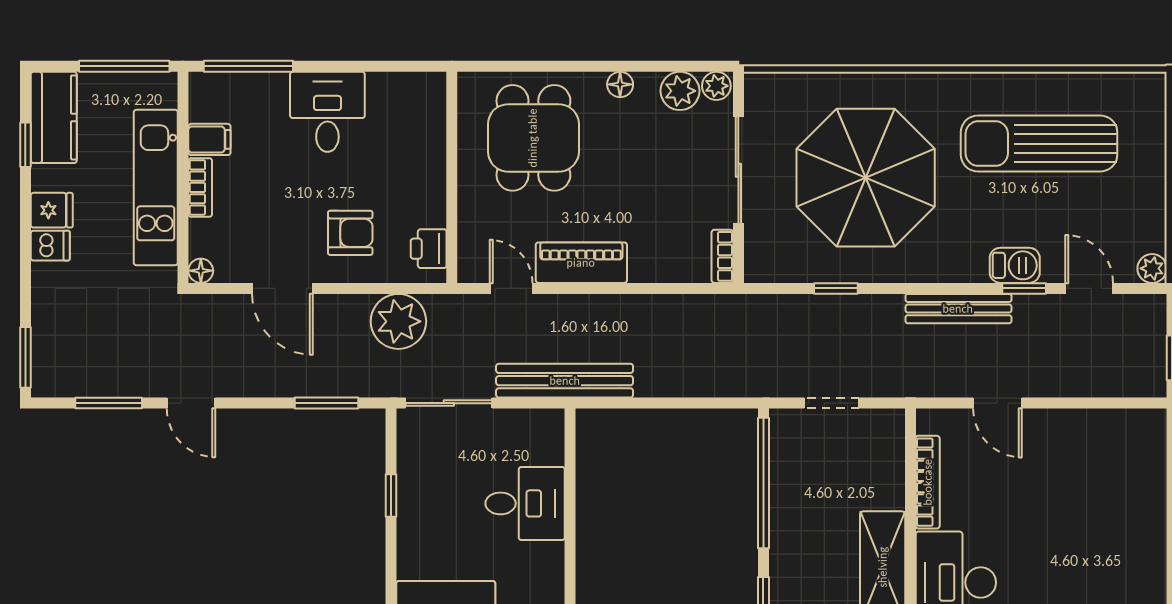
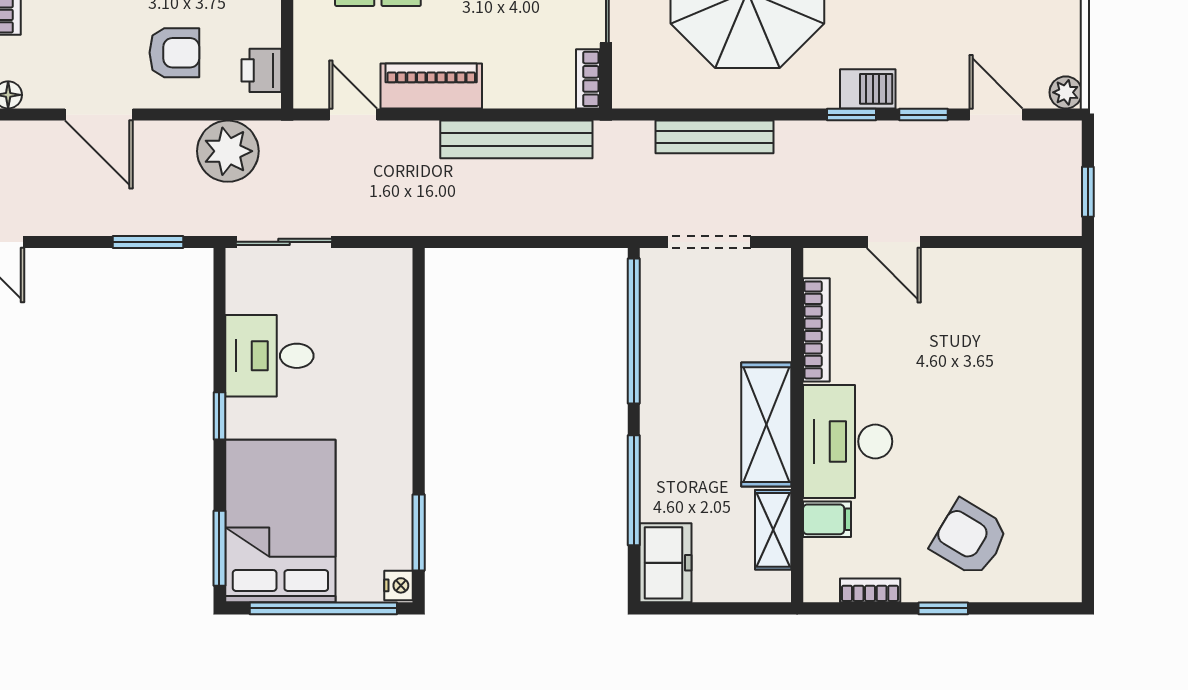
barbecue: (1015, 265) -> (868, 89), moved
window: (836, 288) -> (851, 115), moved
bench: (958, 309) -> (714, 137), moved
bench: (565, 381) -> (516, 139), moved
doorway: (832, 403) -> (709, 242), width x1.38
window: (391, 495) -> (219, 416), moved
desk: (525, 503) -> (269, 356), moved, turned 180

